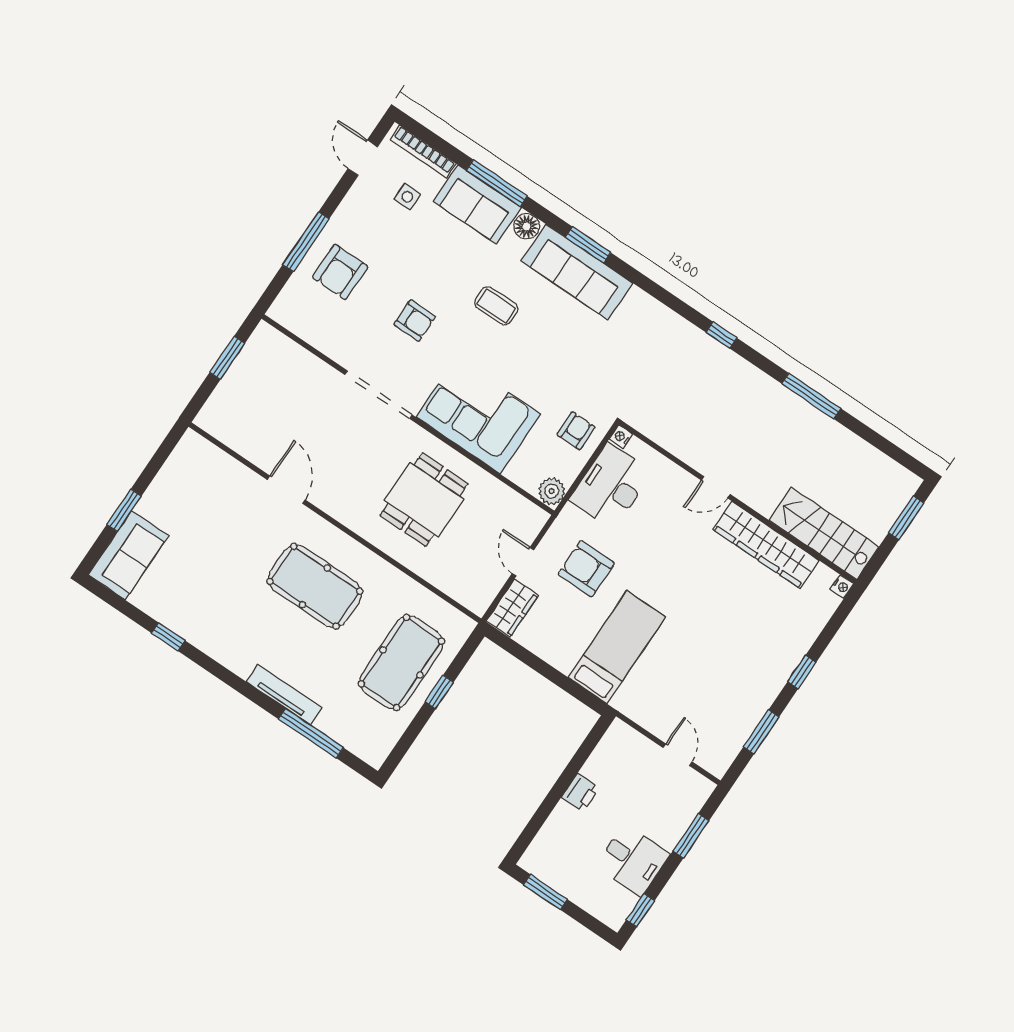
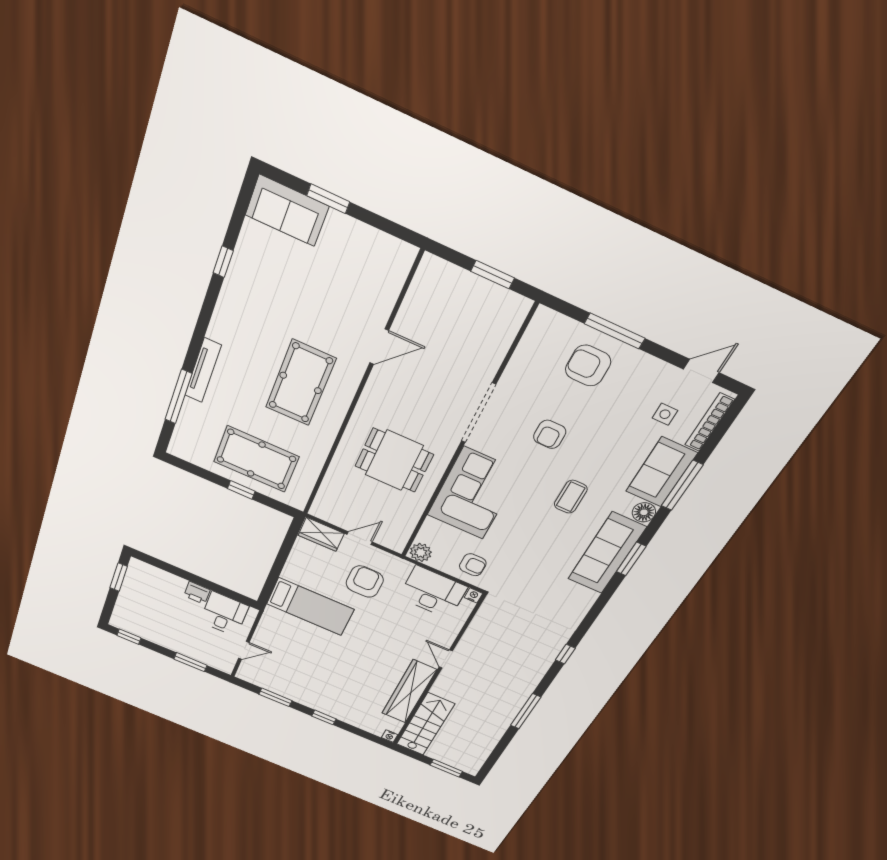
desk: (633, 860) -> (224, 614), moved, turned 180

